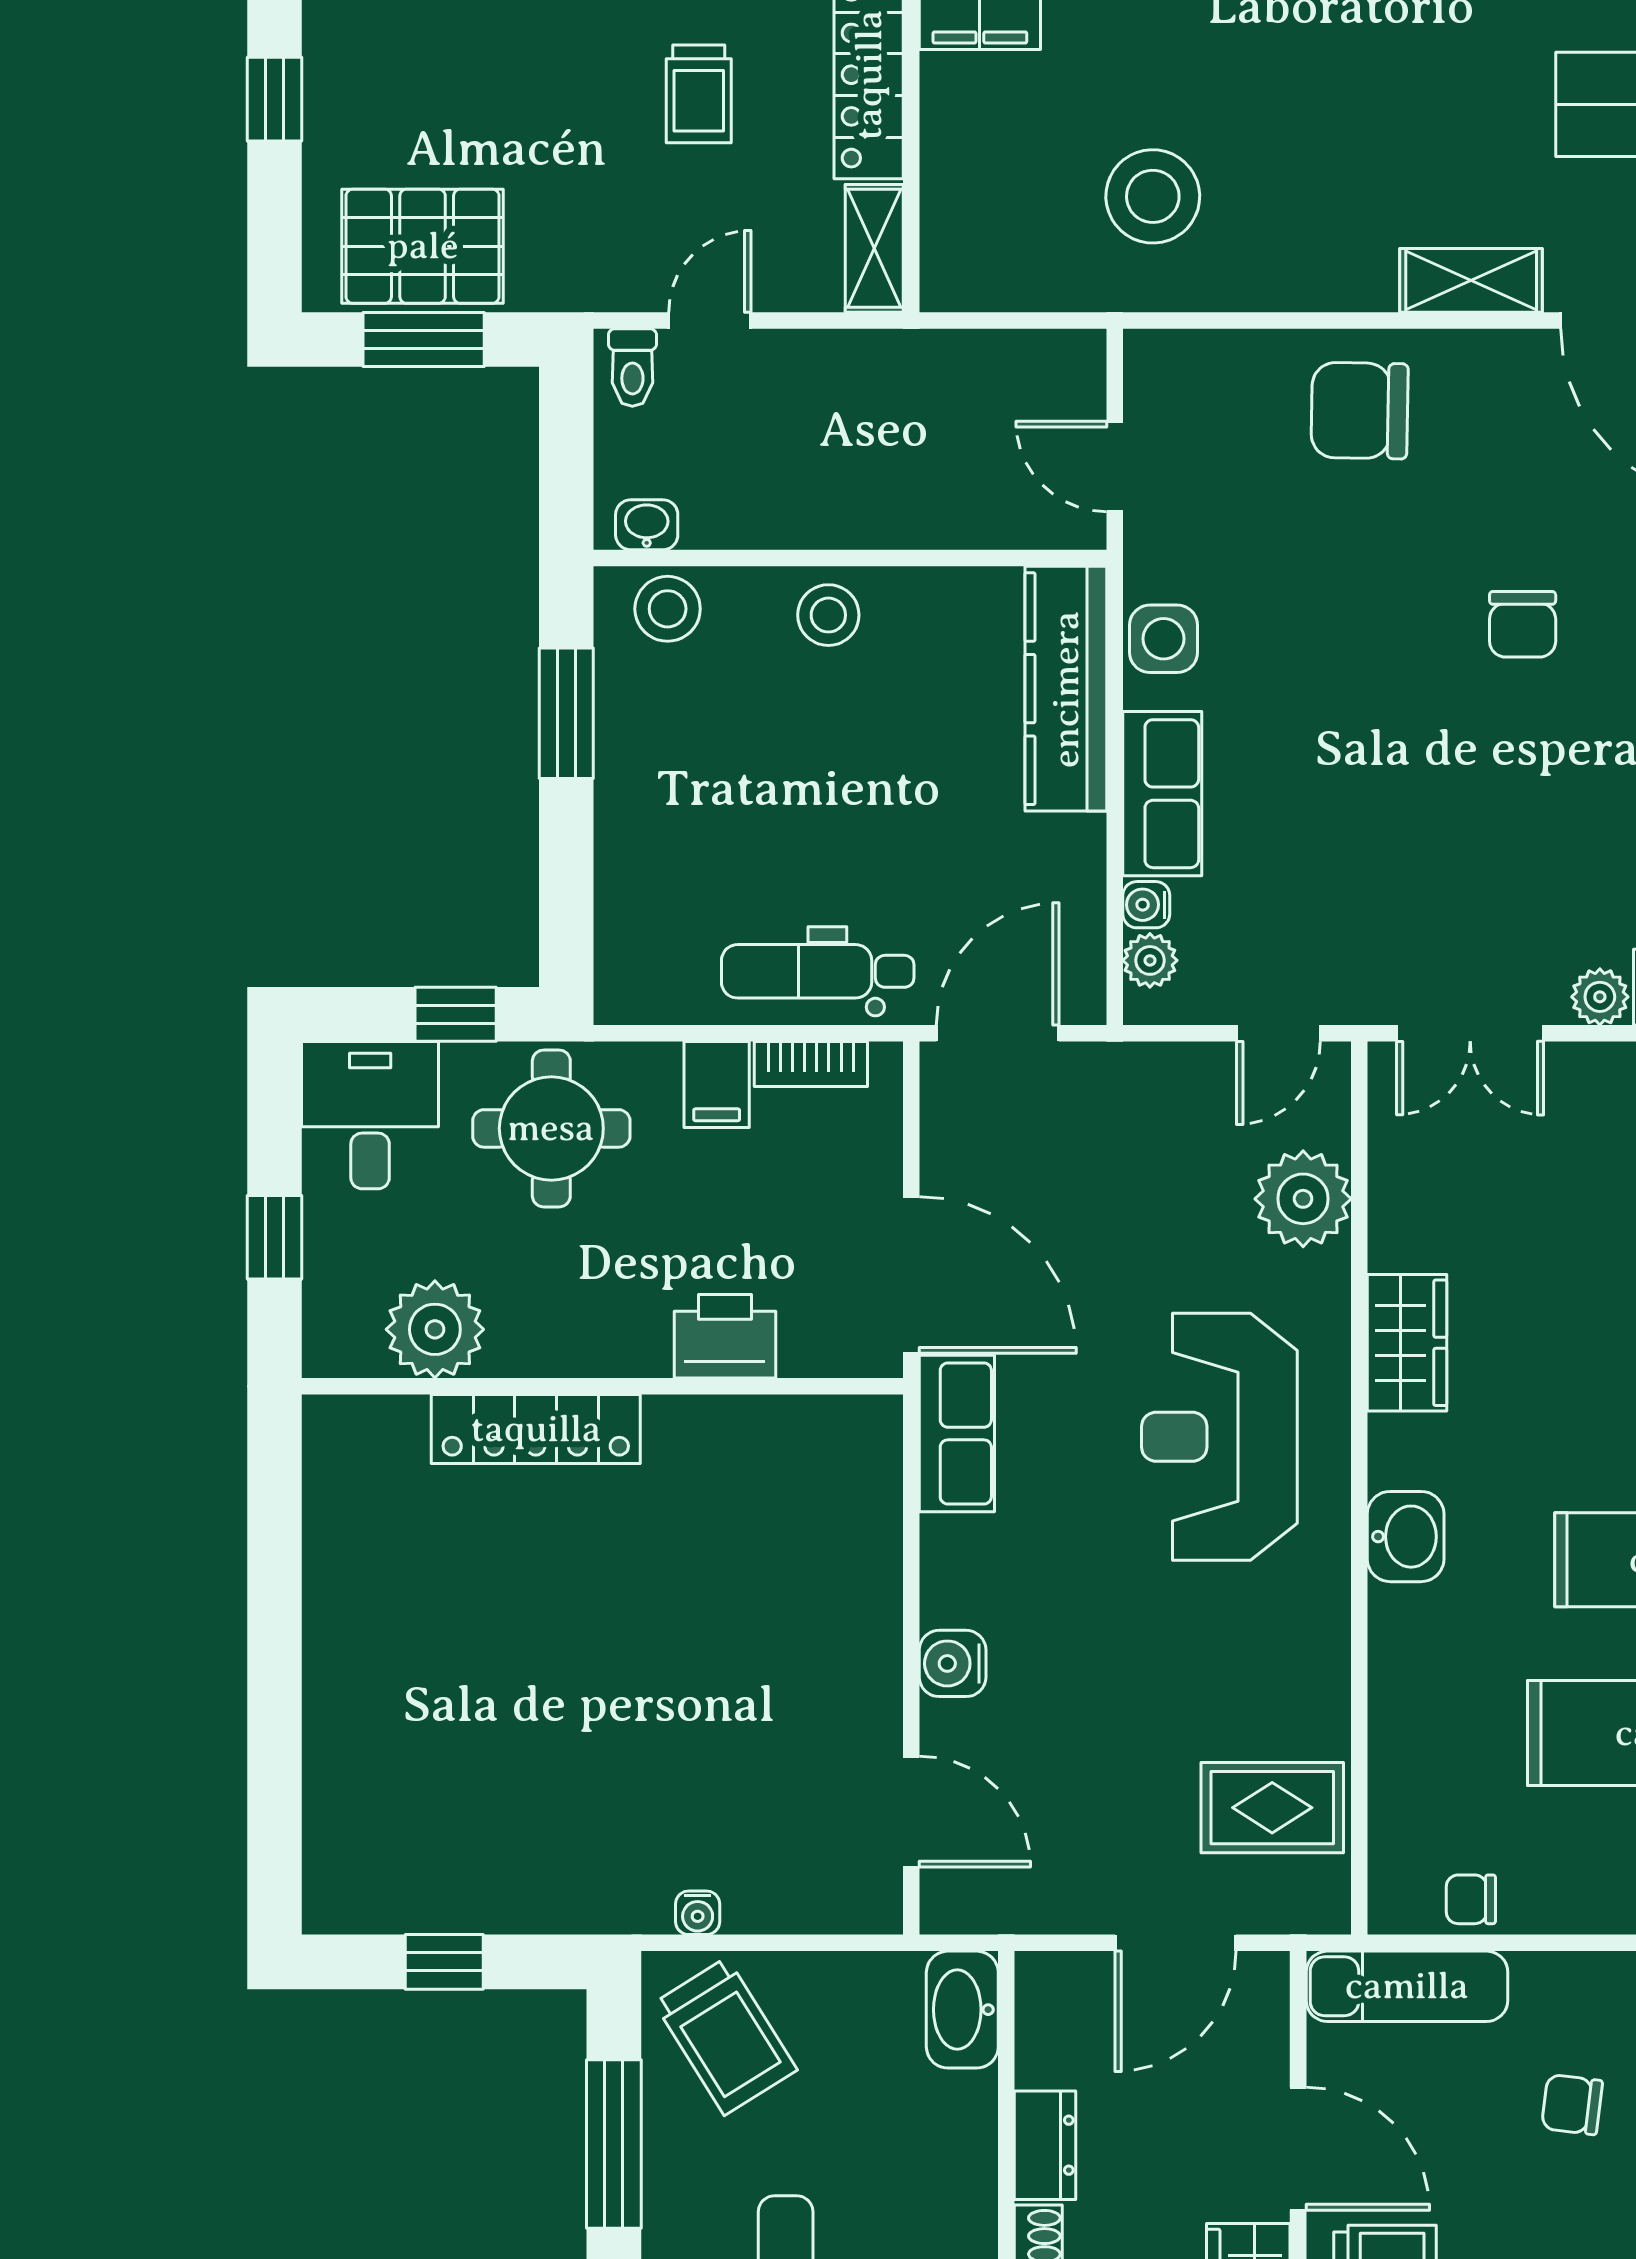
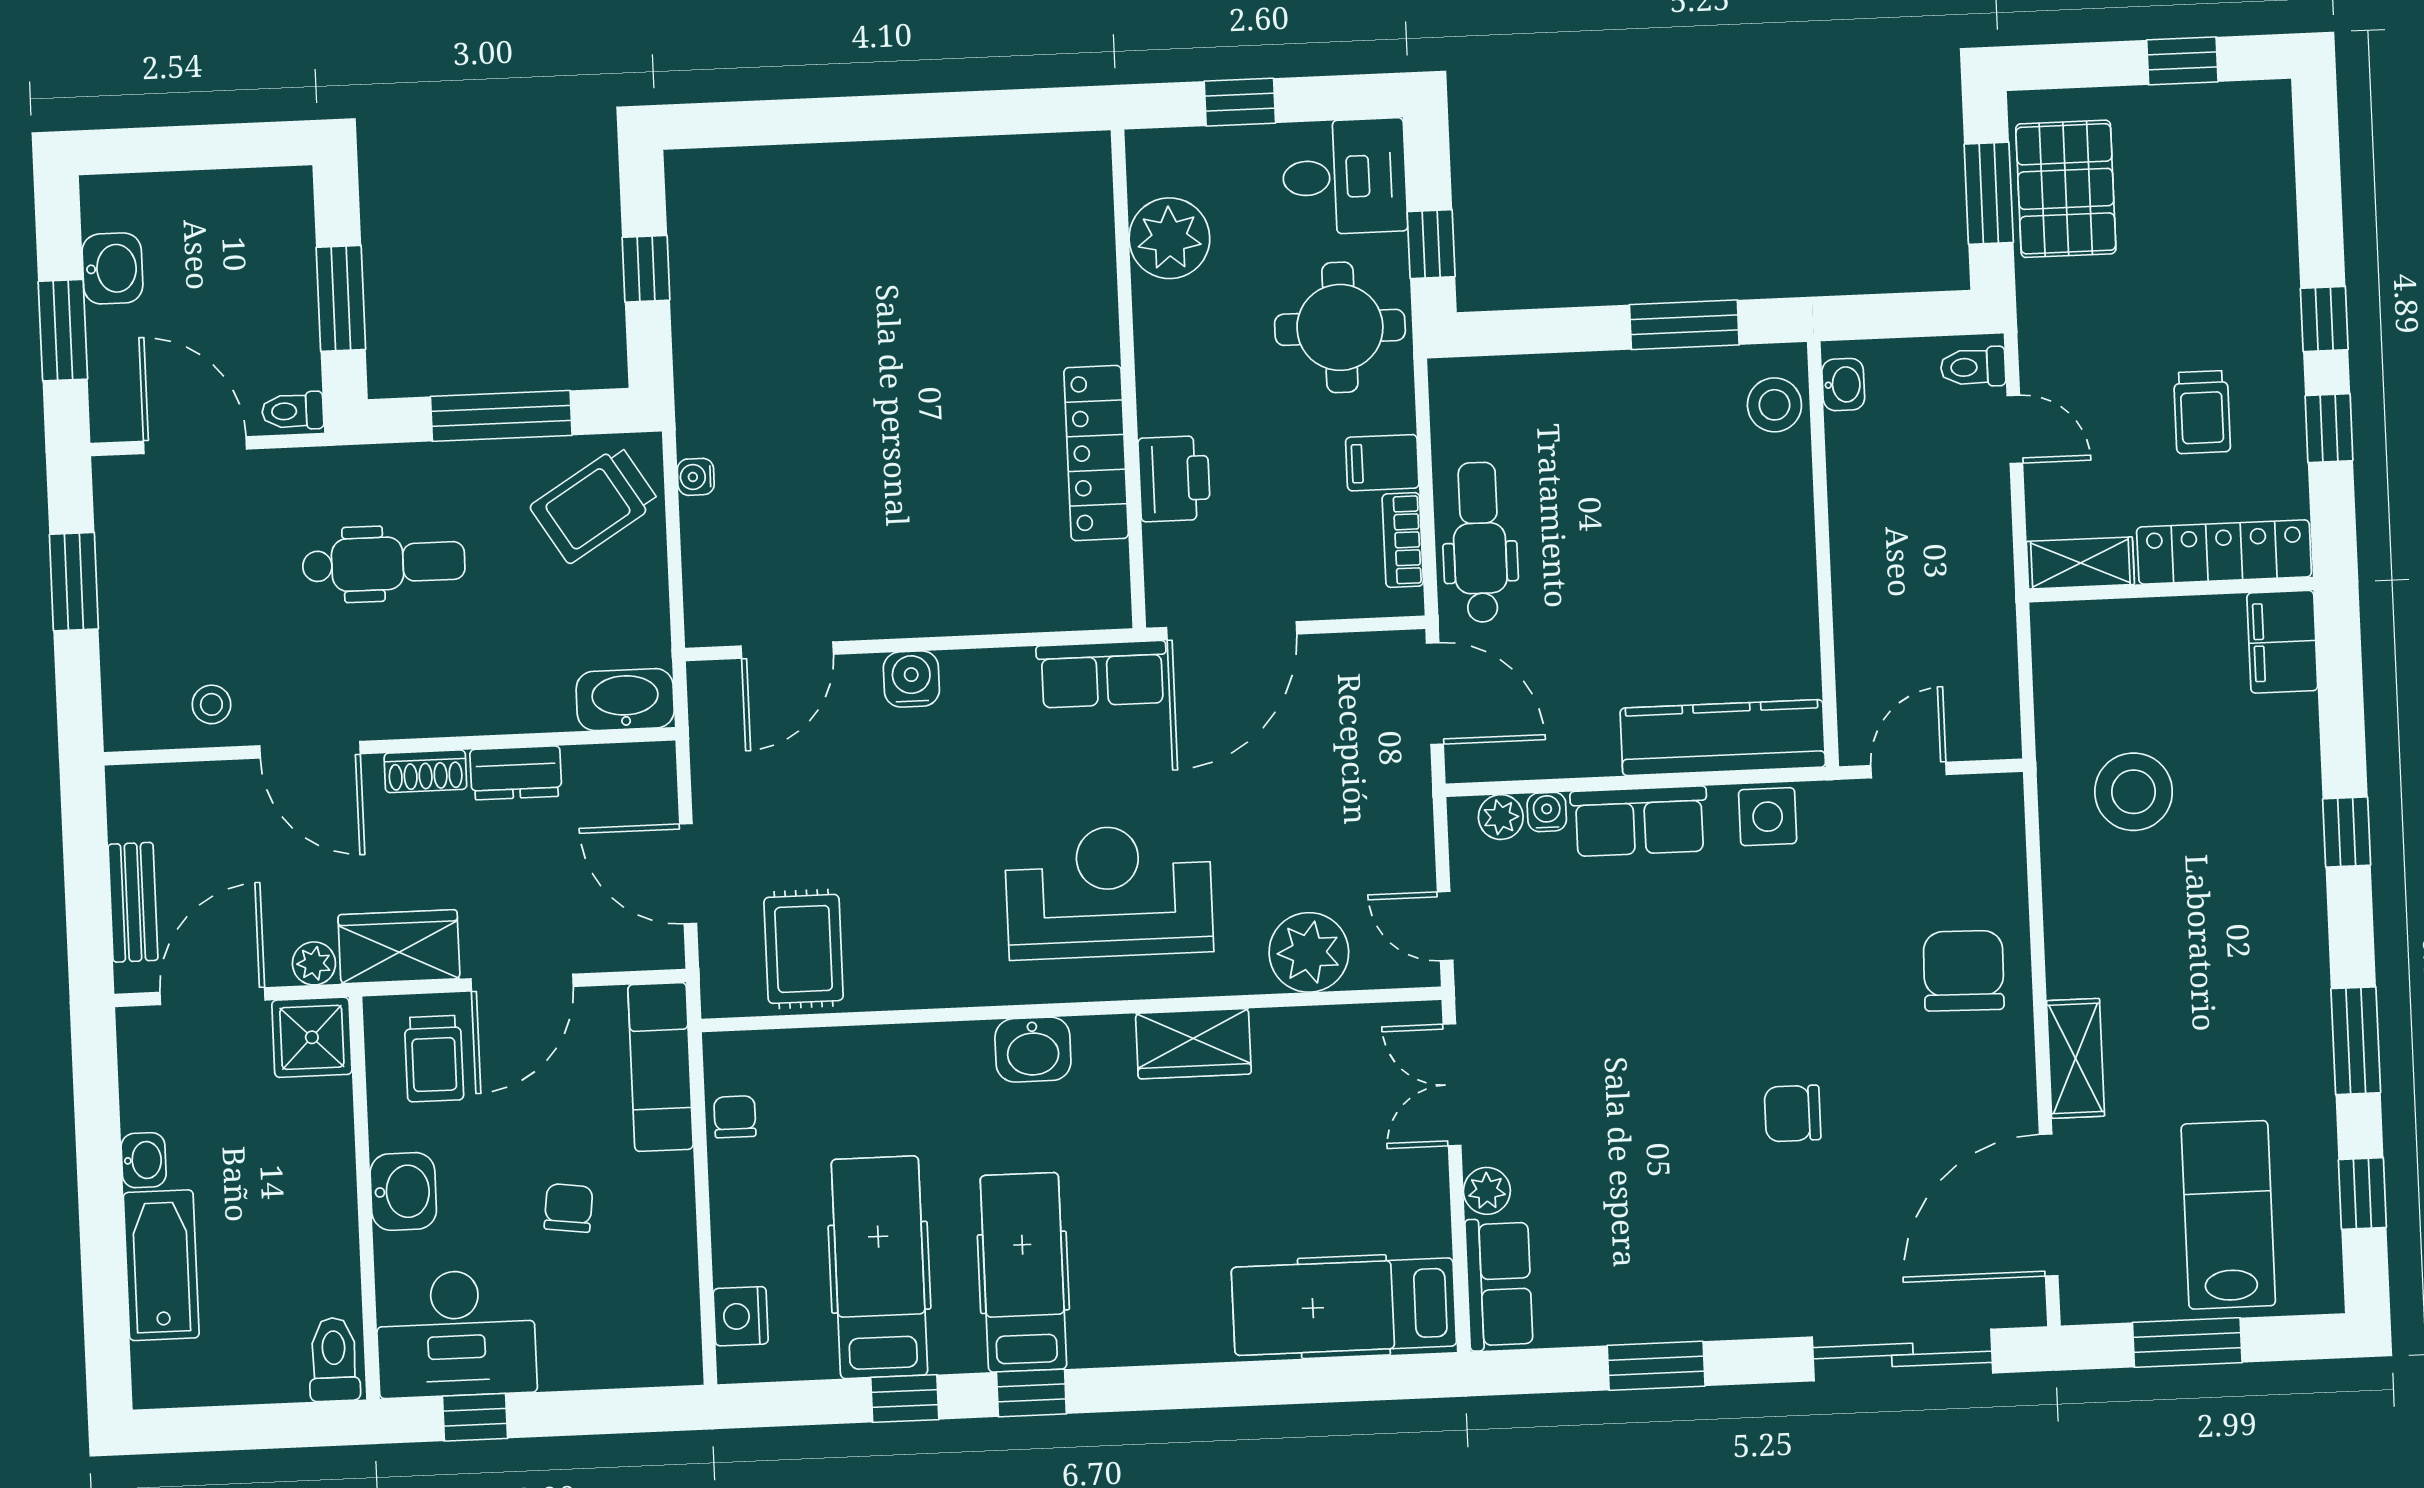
trolley: (699, 94) -> (2202, 412), turned -90
stool: (828, 615) -> (1775, 538), removed
locker: (536, 1429) -> (1096, 453), moved

